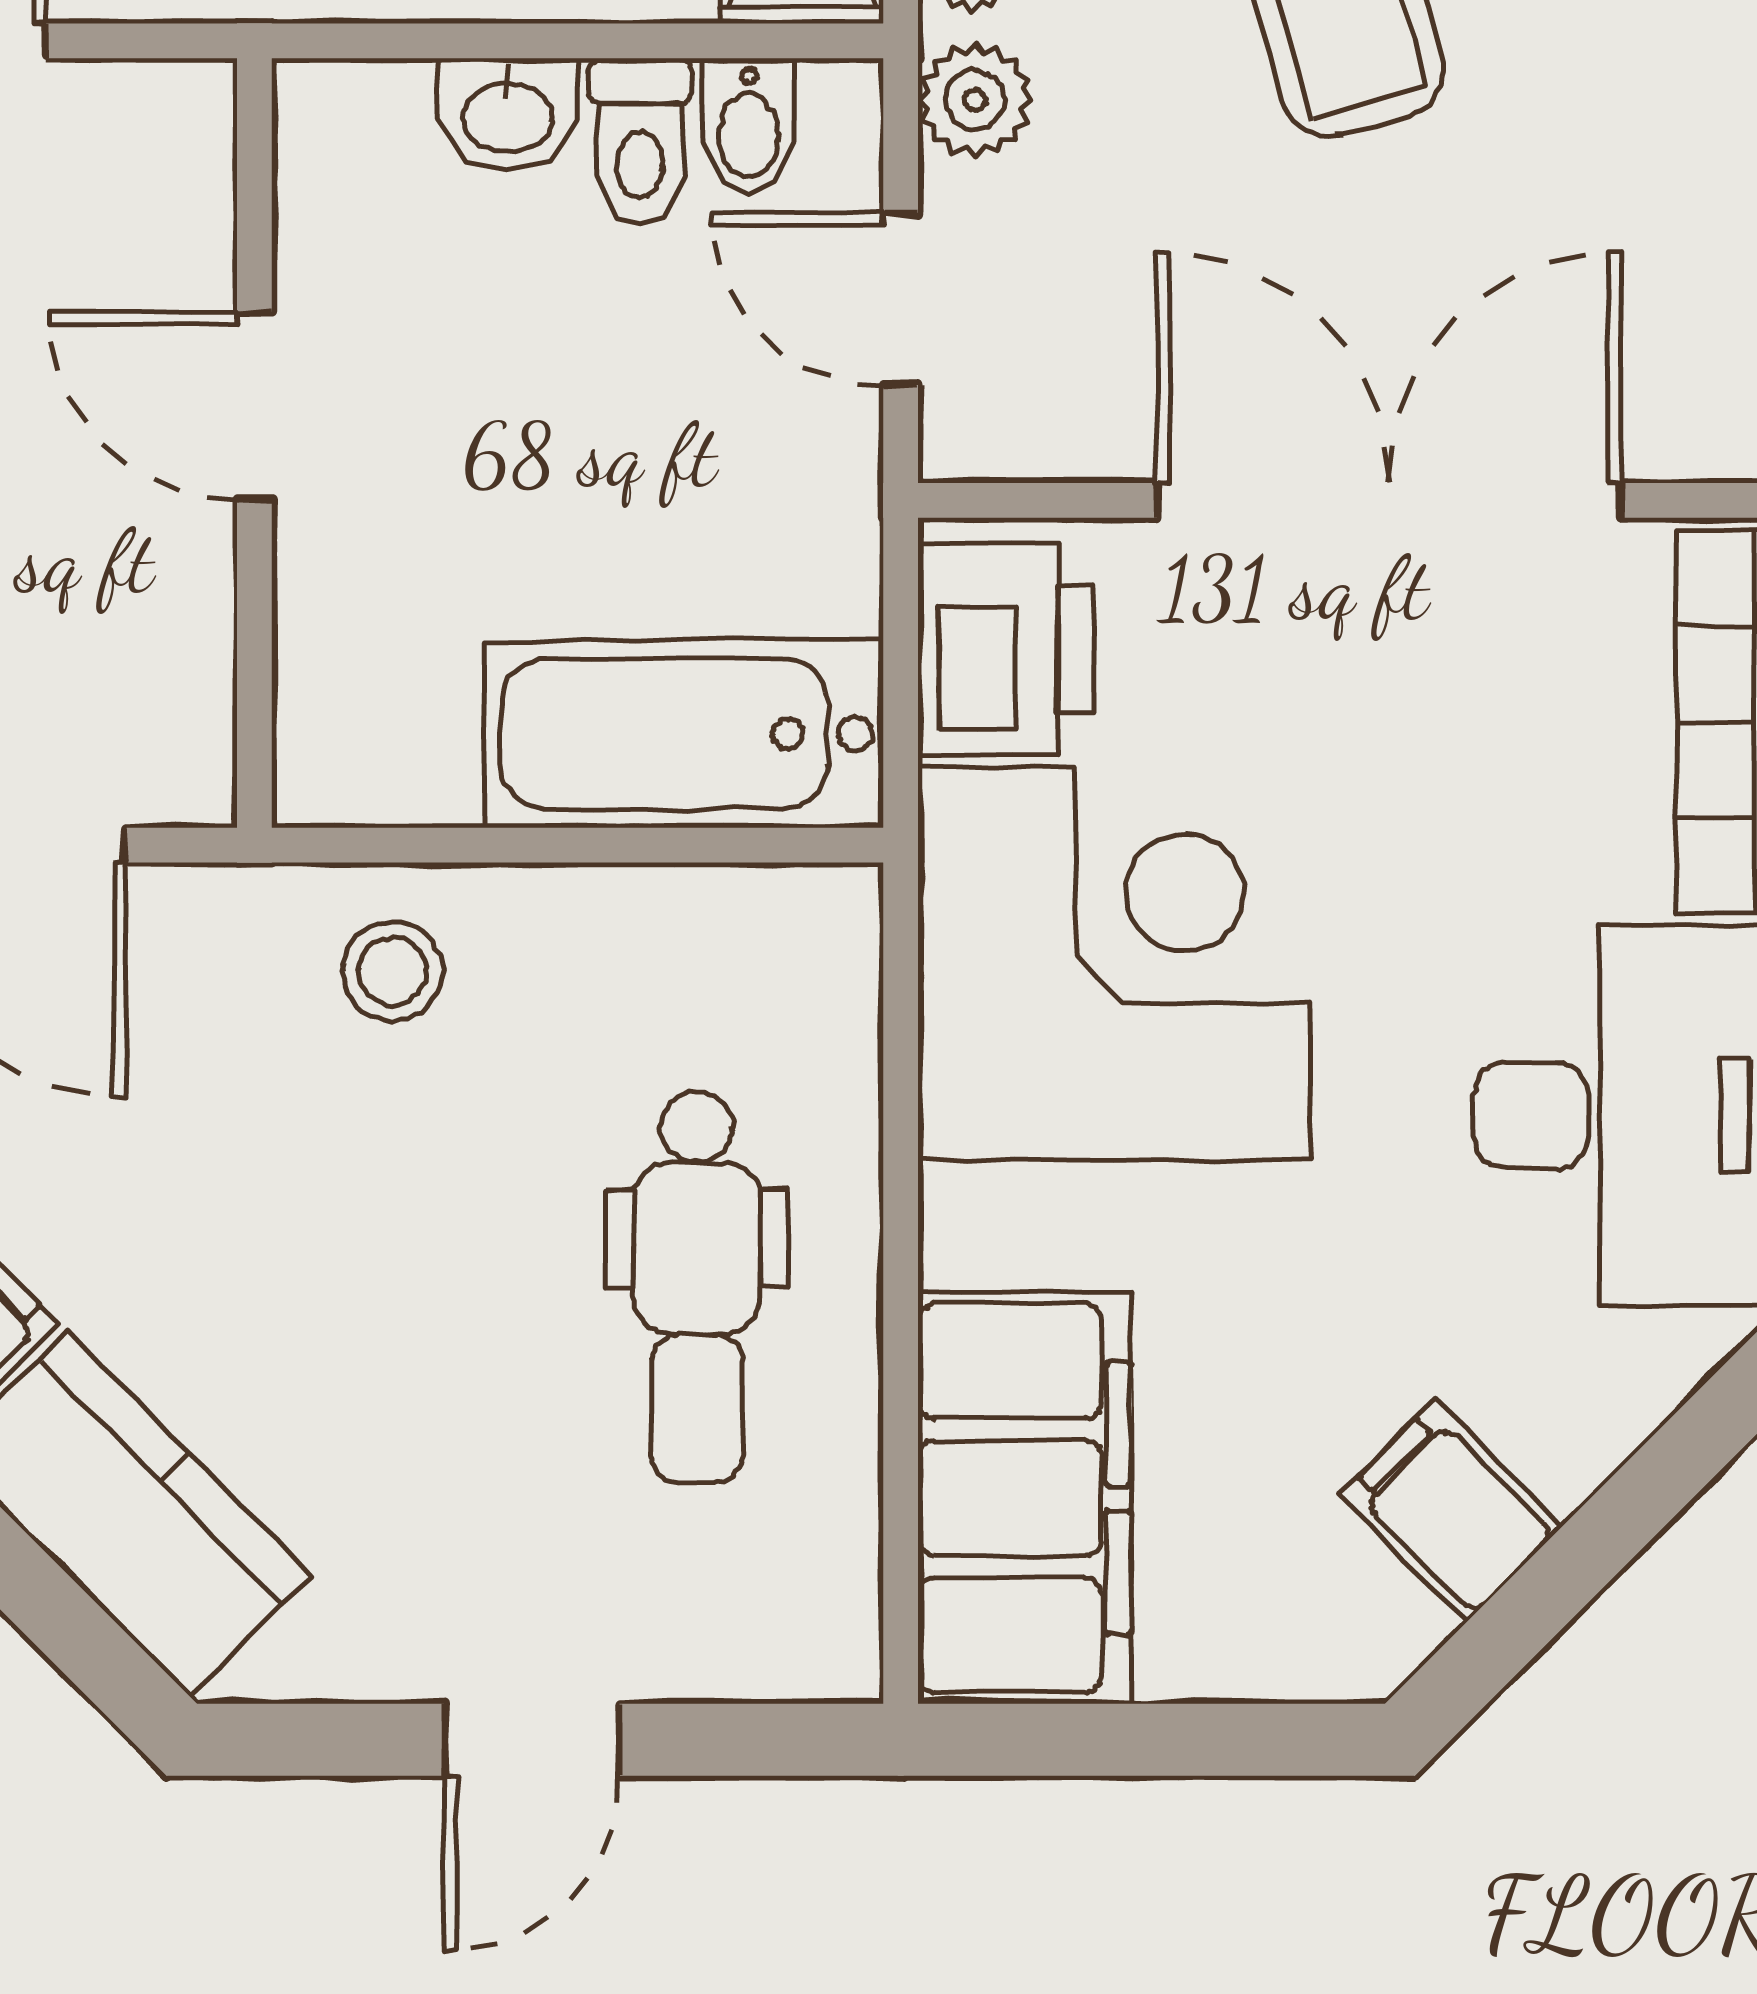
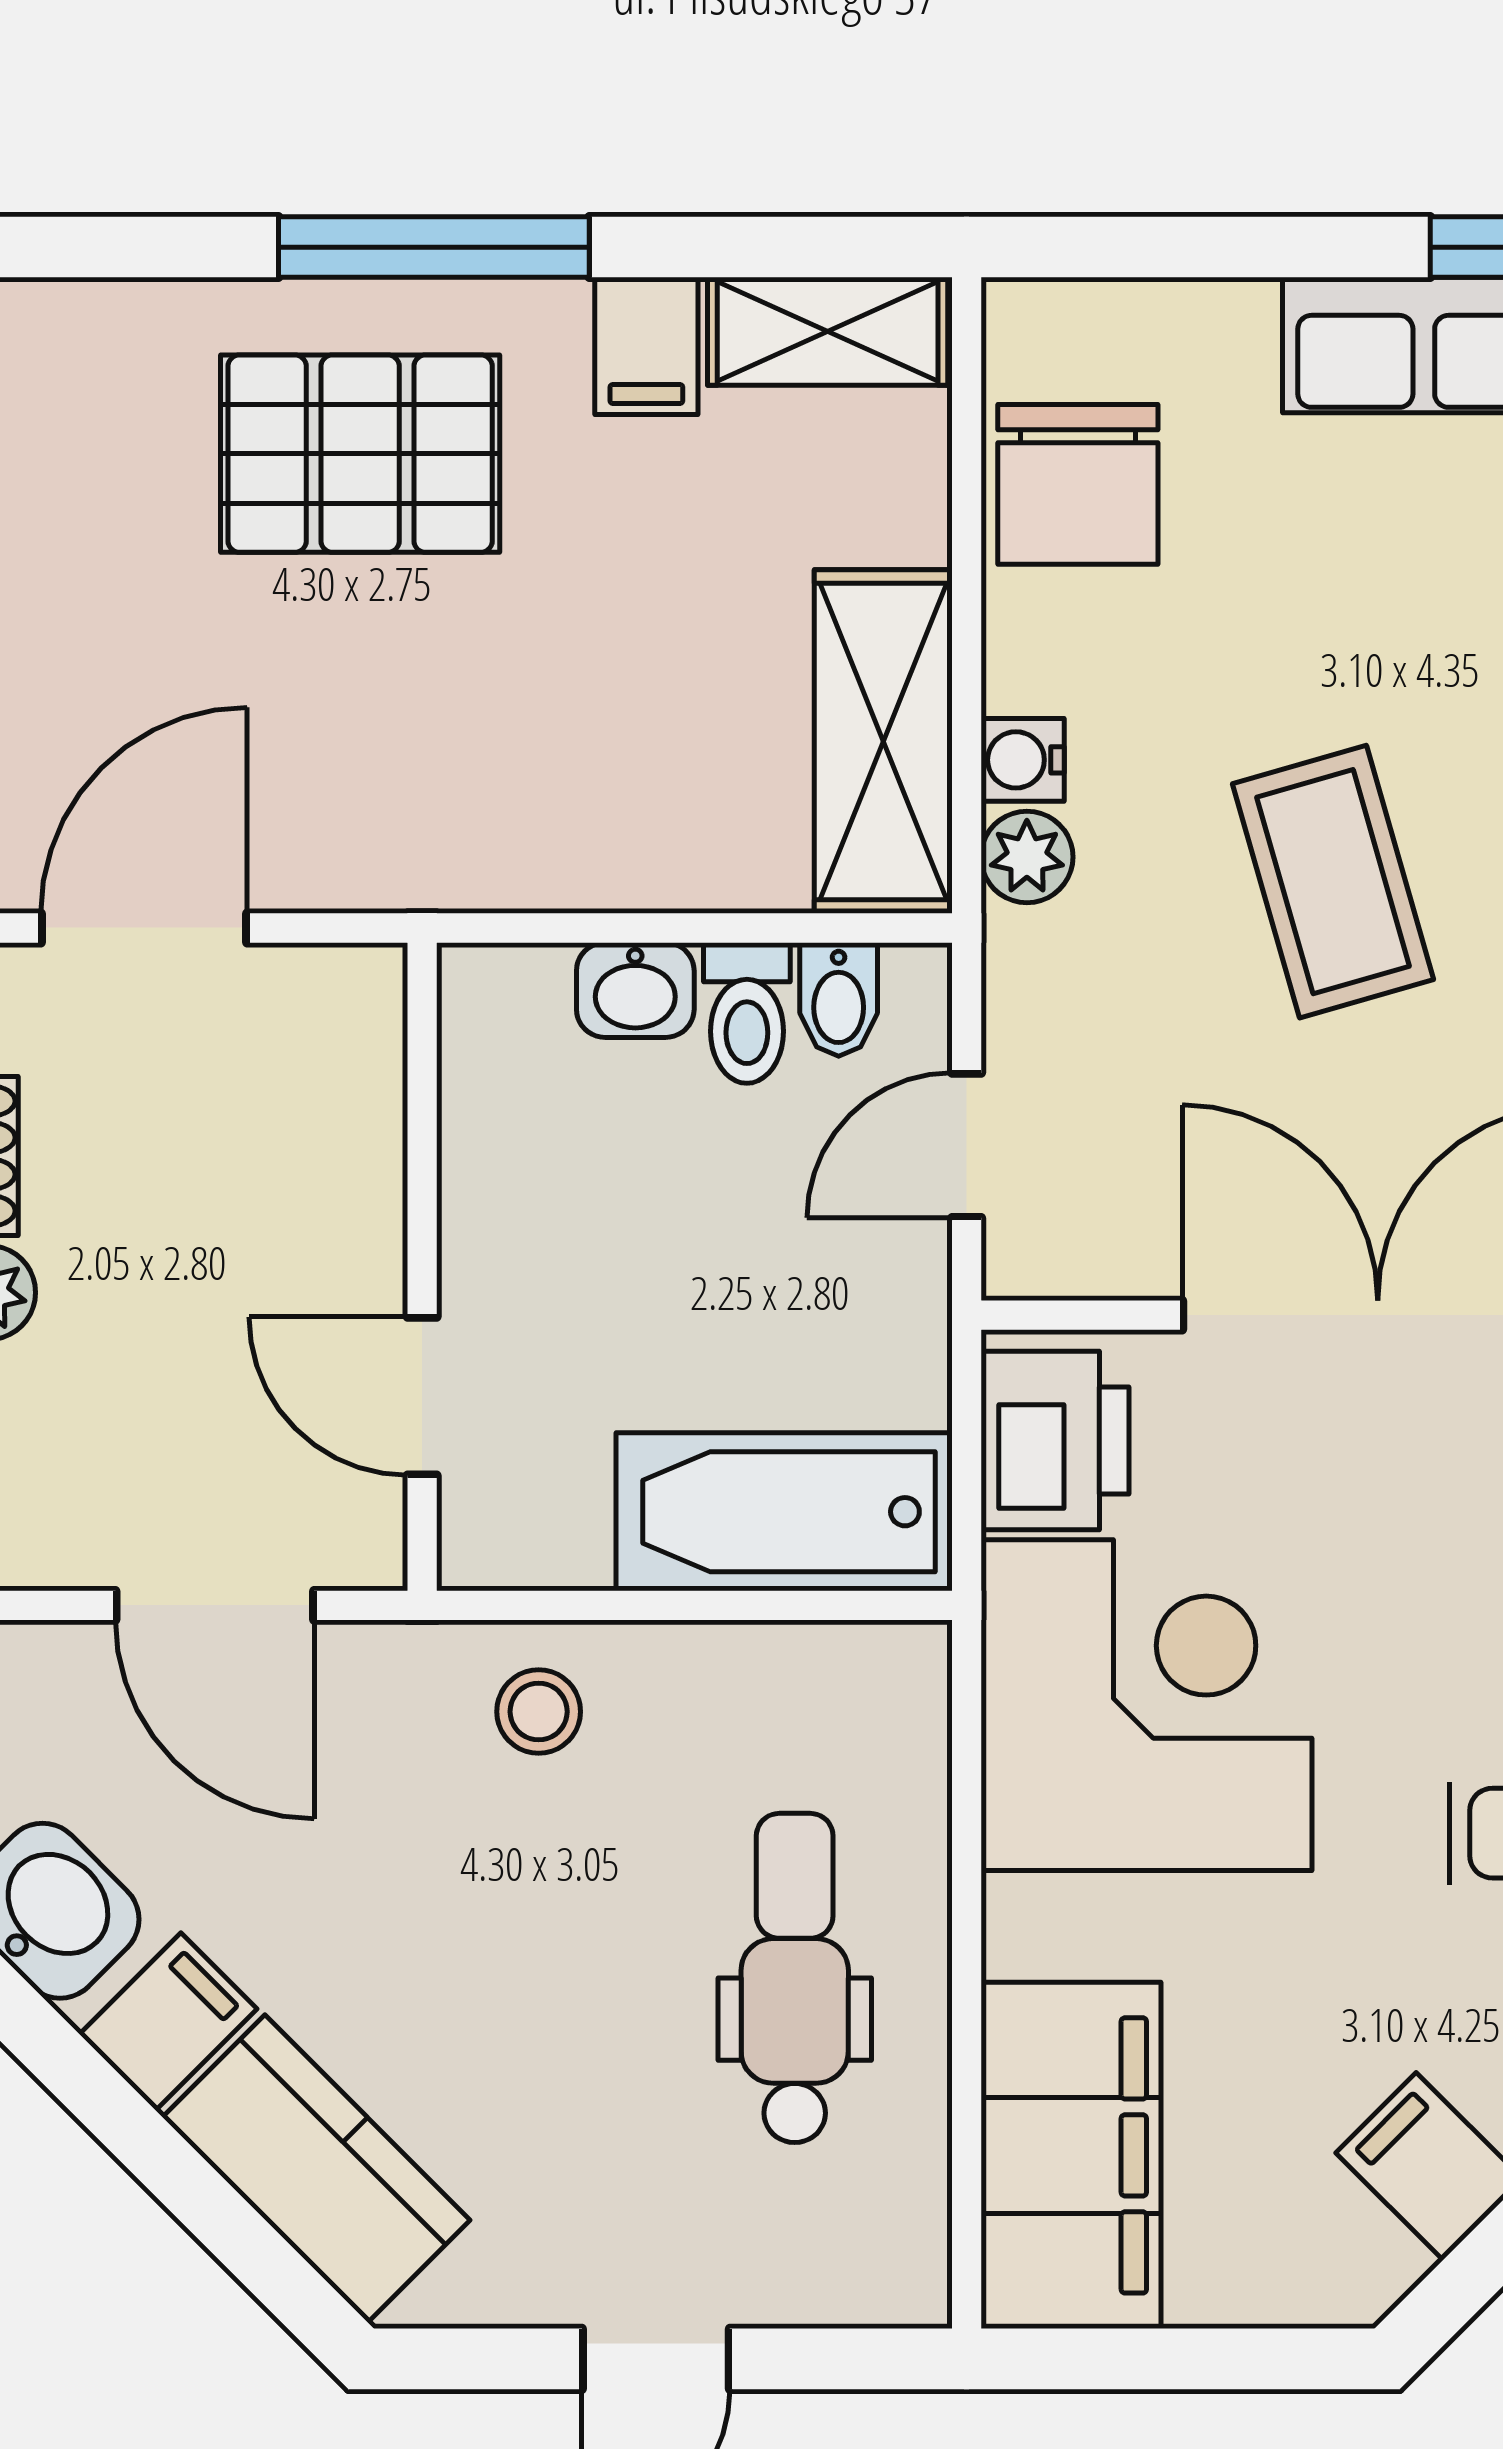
plant: (975, 100) -> (1029, 978), removed
door: (901, 299) -> (967, 1145), hinge flipped
door: (254, 406) -> (422, 1396), moved
dental chair: (697, 1287) -> (795, 1978), turned 180

